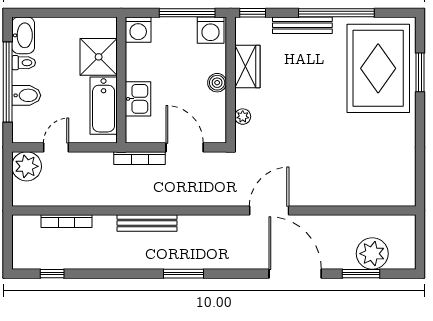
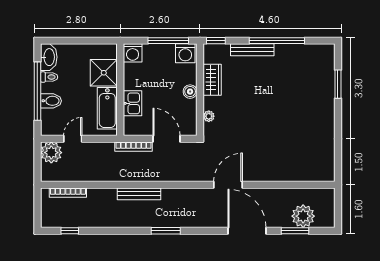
rug: (378, 68) -> (307, 81), removed
bookcase: (67, 221) -> (68, 193), moved

